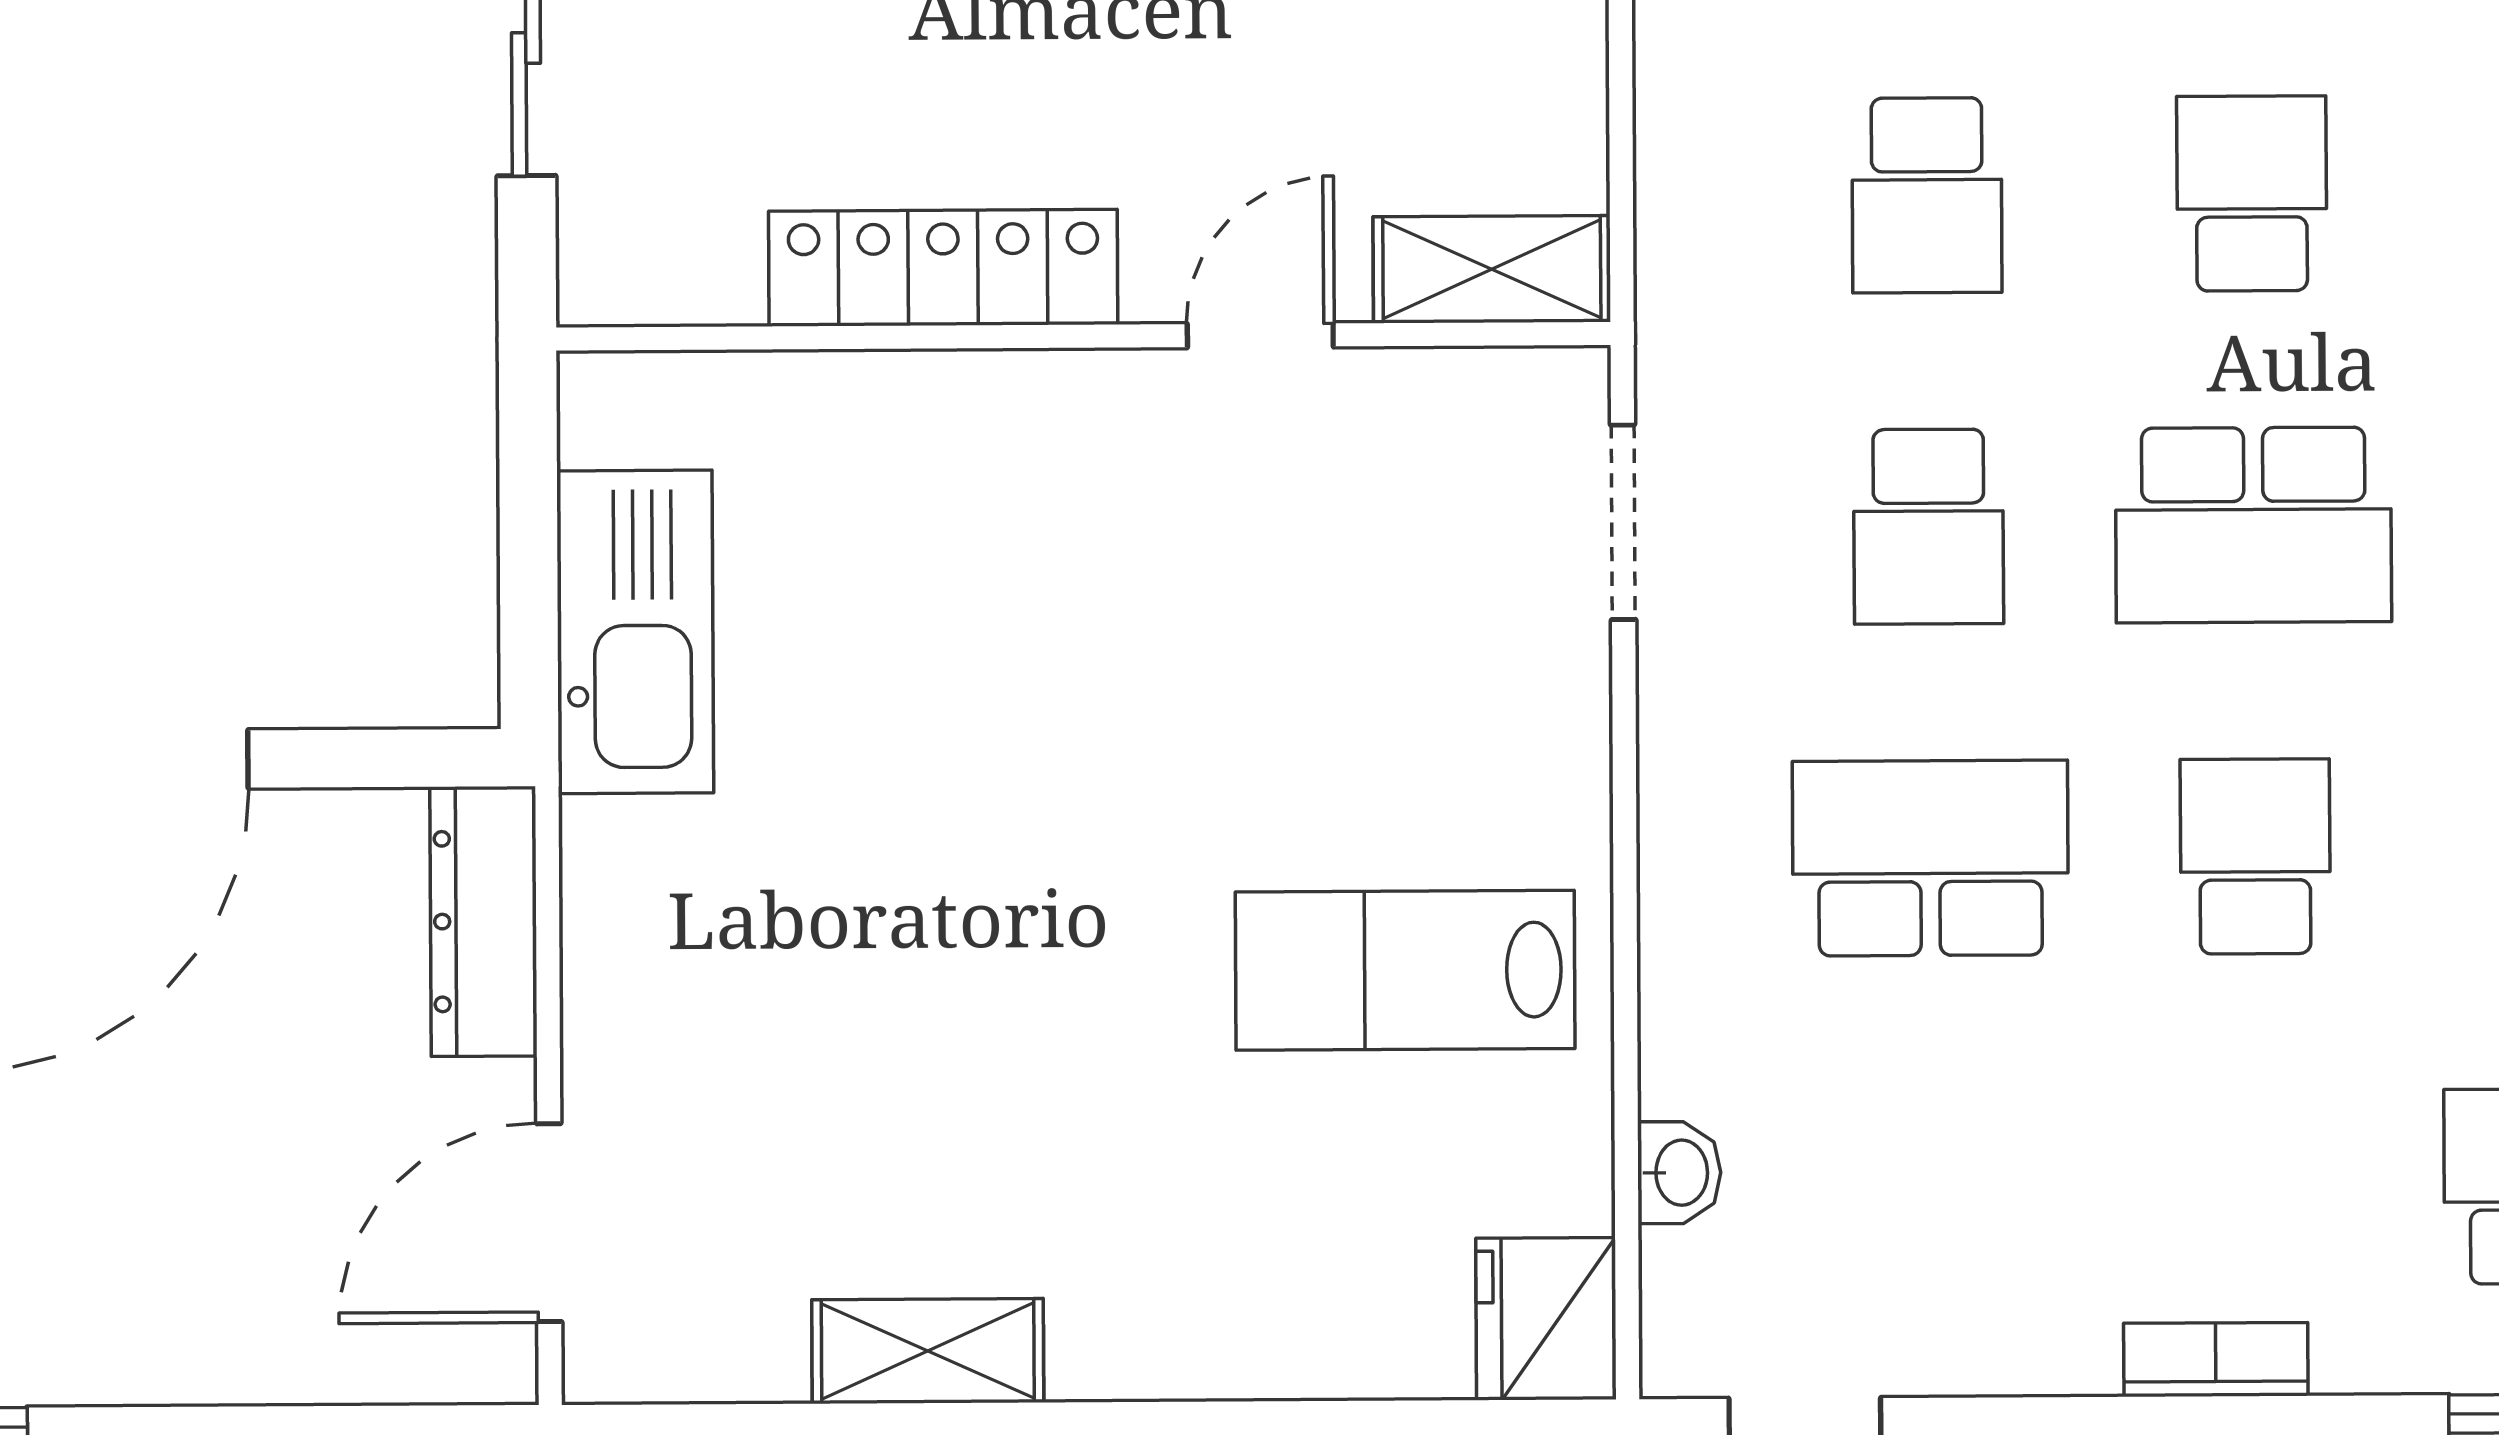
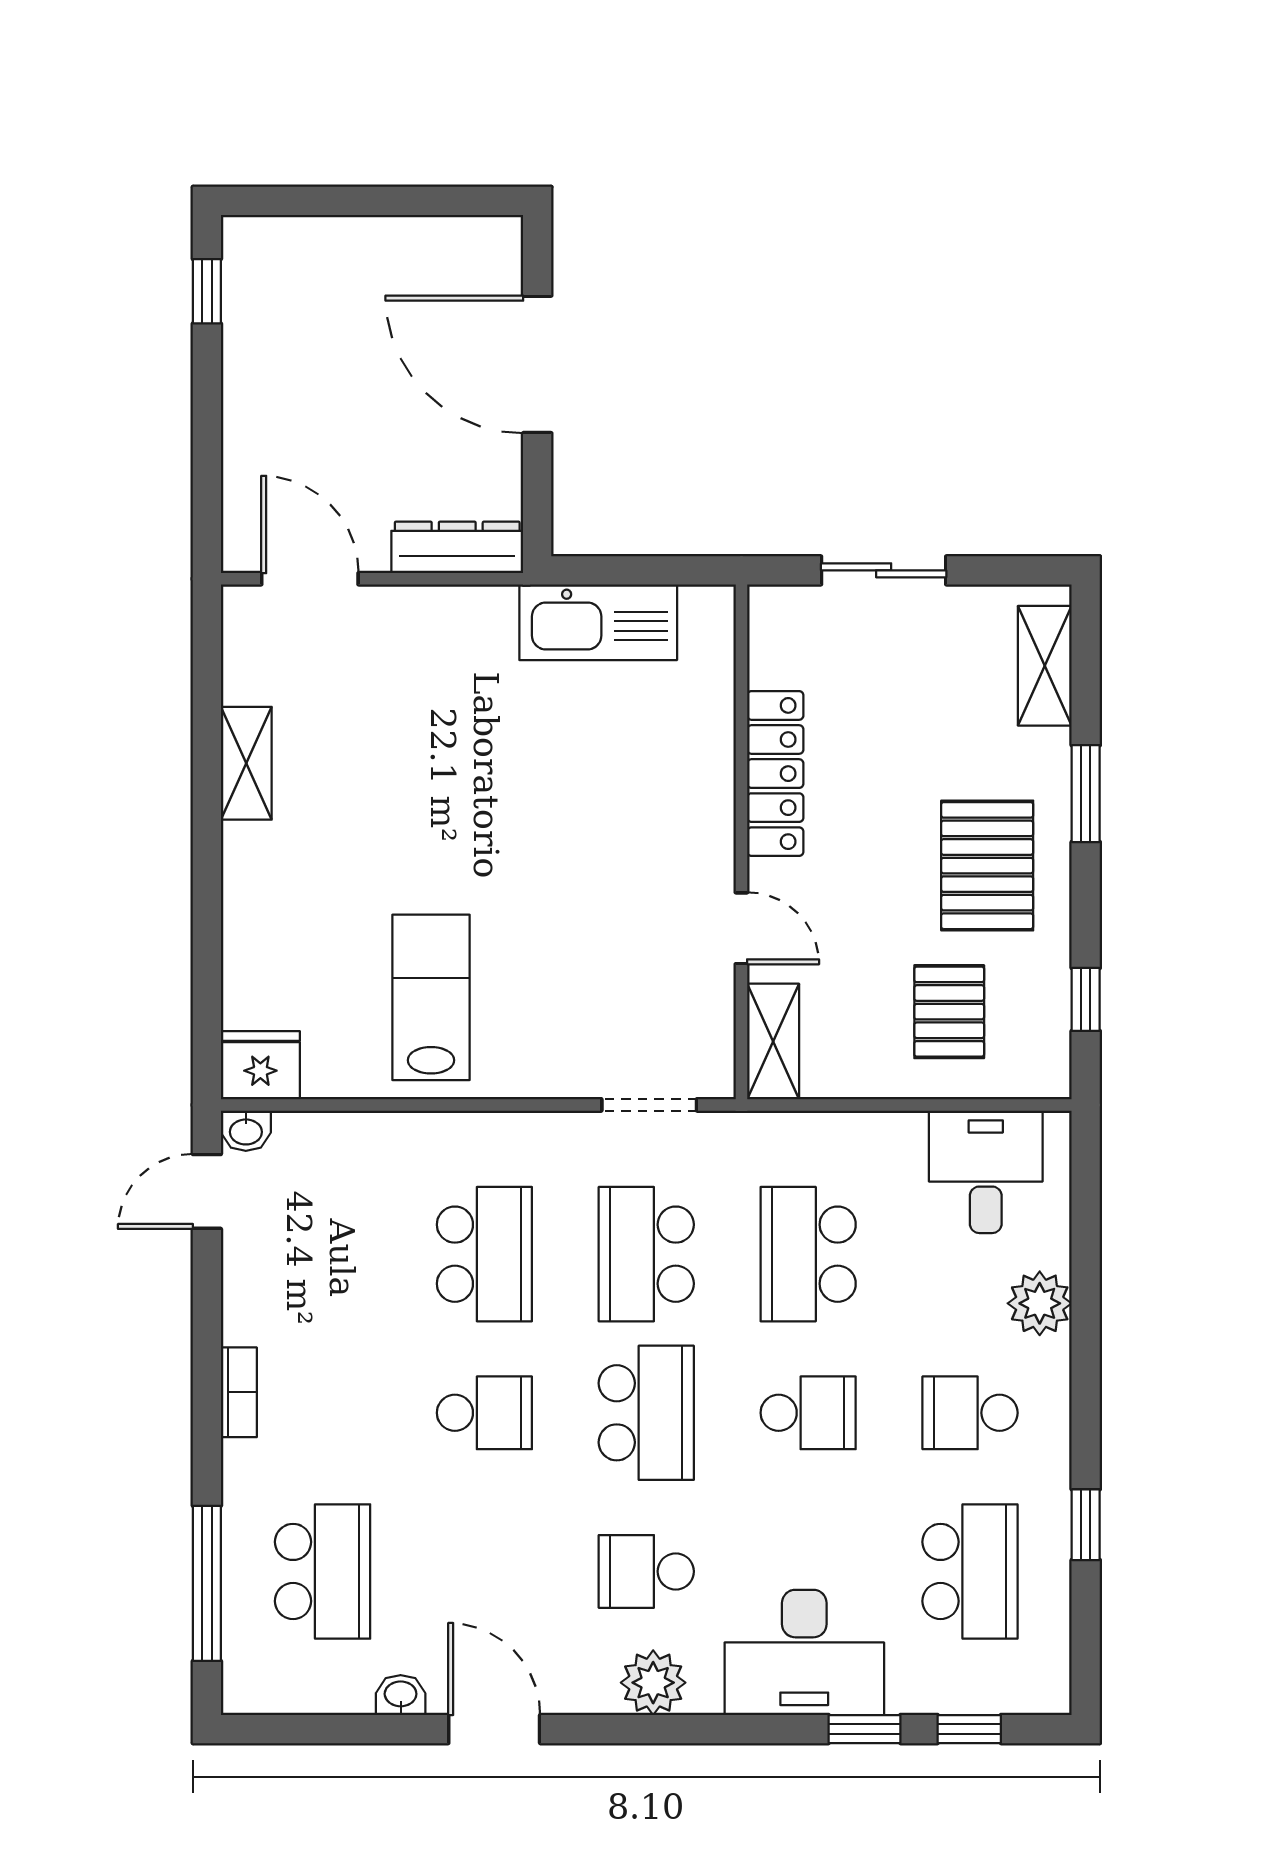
school desk: (1927, 195) -> (808, 1254), width x1.85
school desk: (2253, 525) -> (646, 1413), turned 180
school desk: (1929, 527) -> (646, 1254), width x1.85
washbasin: (1679, 1173) -> (246, 1131), moved

